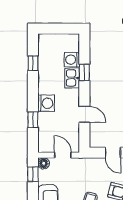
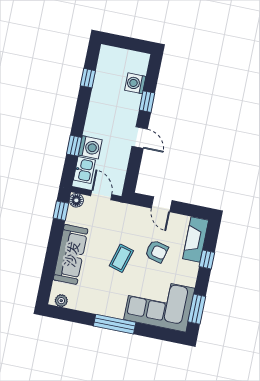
kitchen sink: (72, 78) -> (84, 170), moved, turned 180
washing machine: (46, 103) -> (90, 147), moved
door: (84, 114) -> (140, 138), moved

